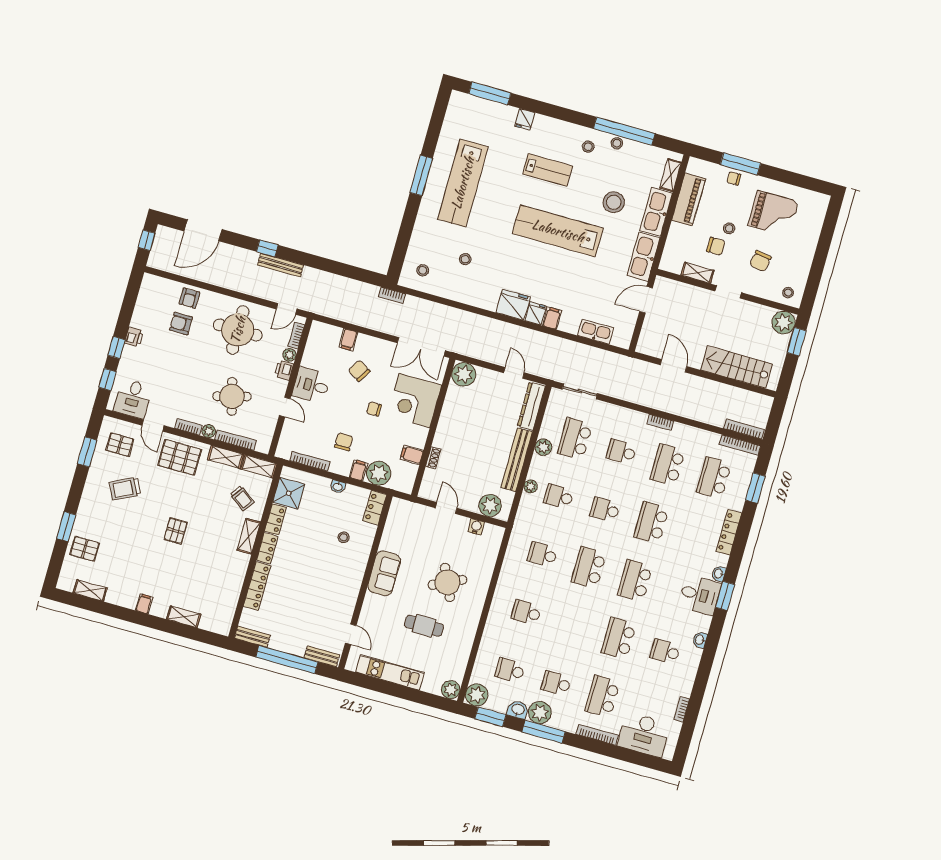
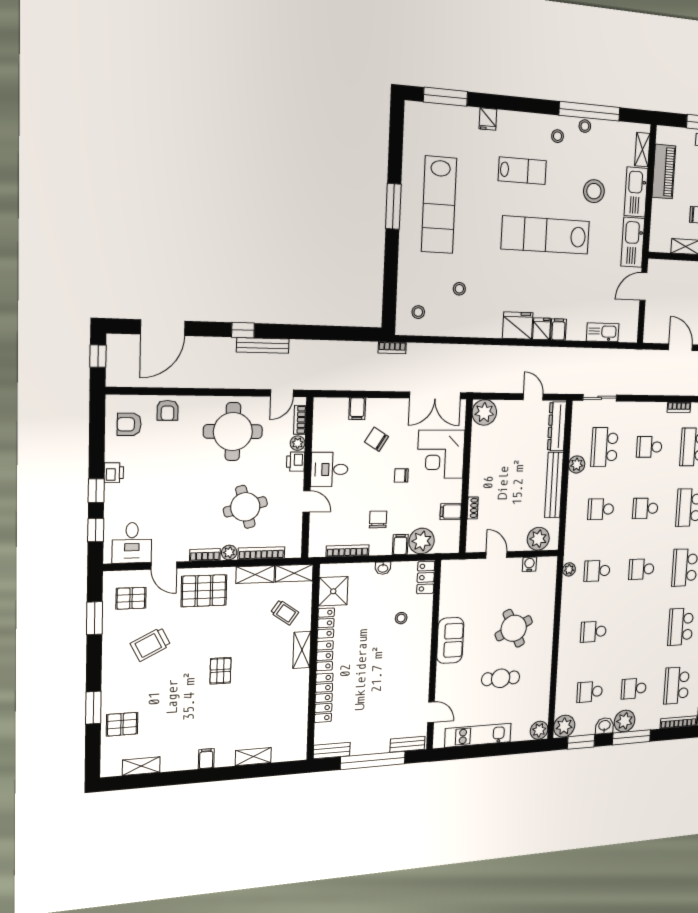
armchair: (181, 324) -> (129, 424), moved
plant: (531, 486) -> (569, 569), moved
school desk: (589, 568) -> (641, 569), width x0.54

